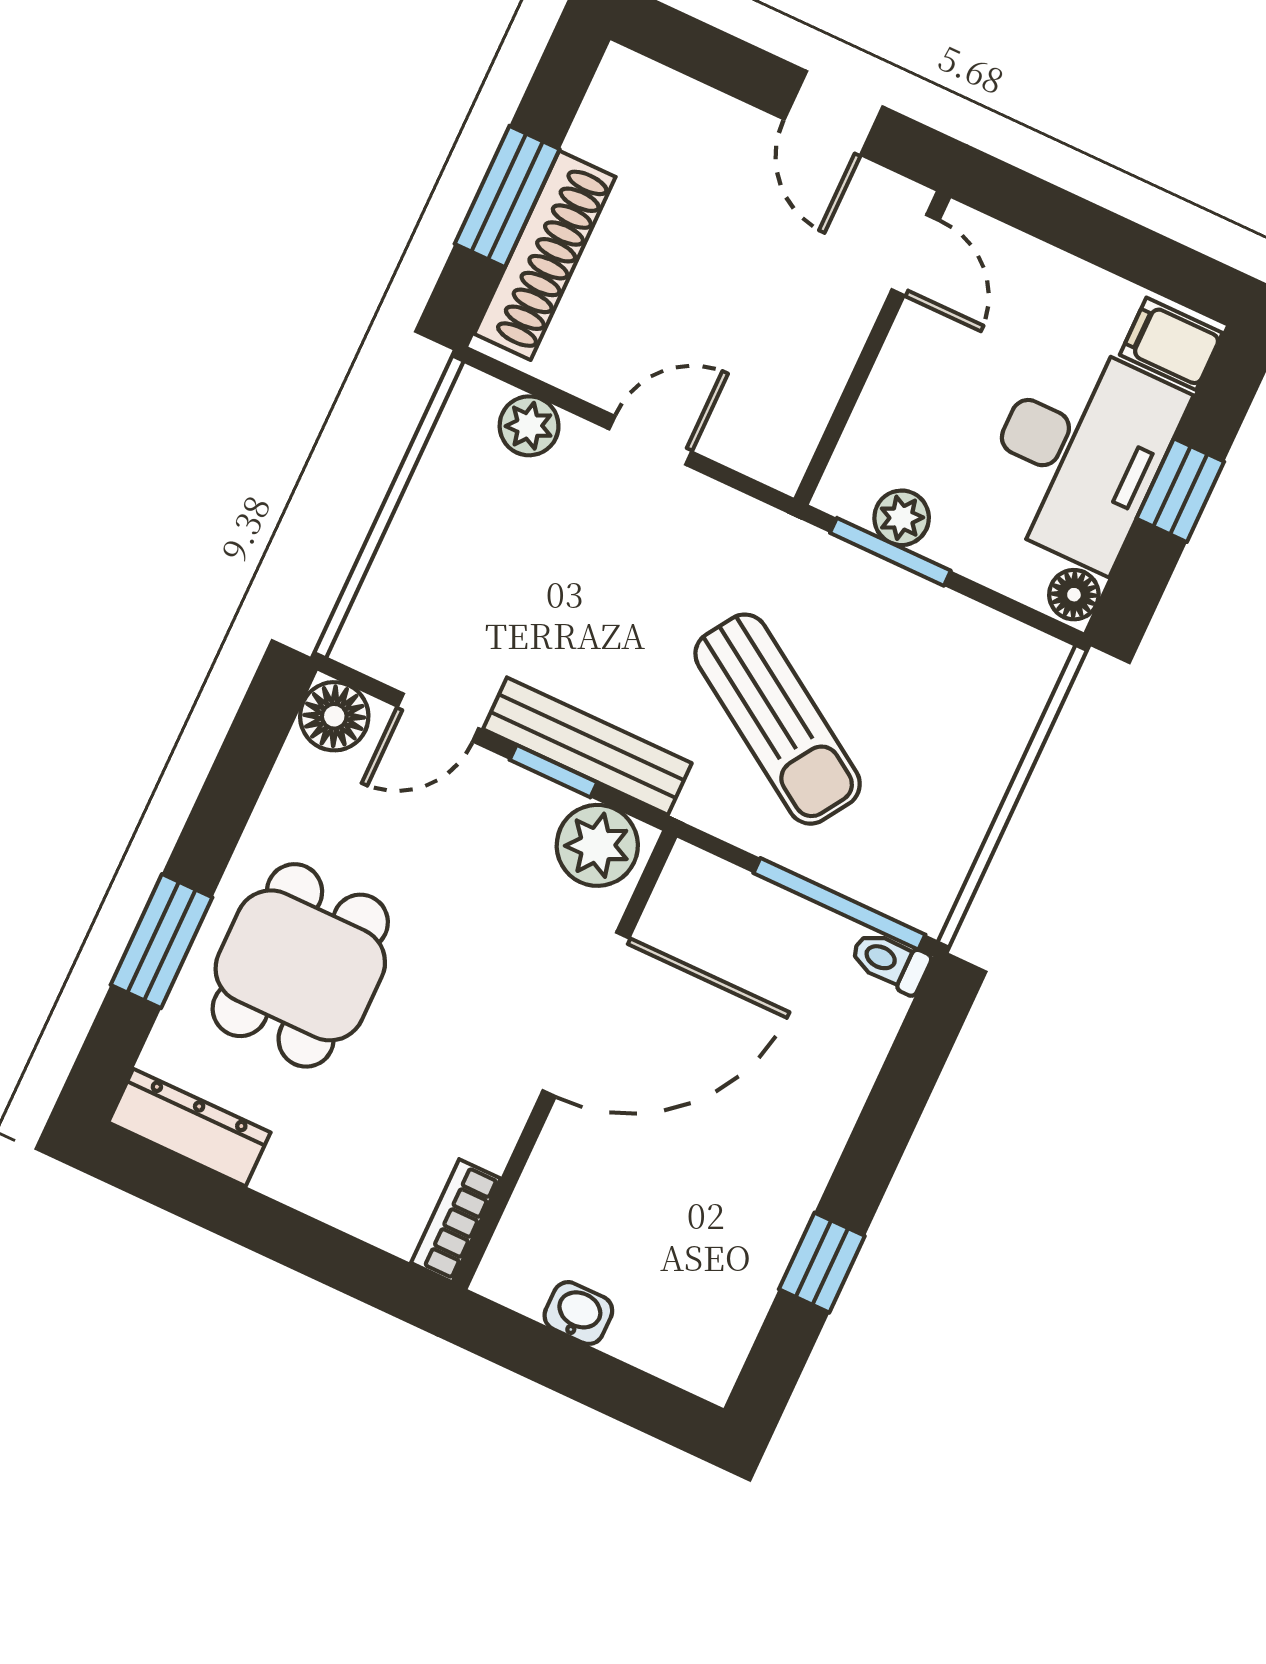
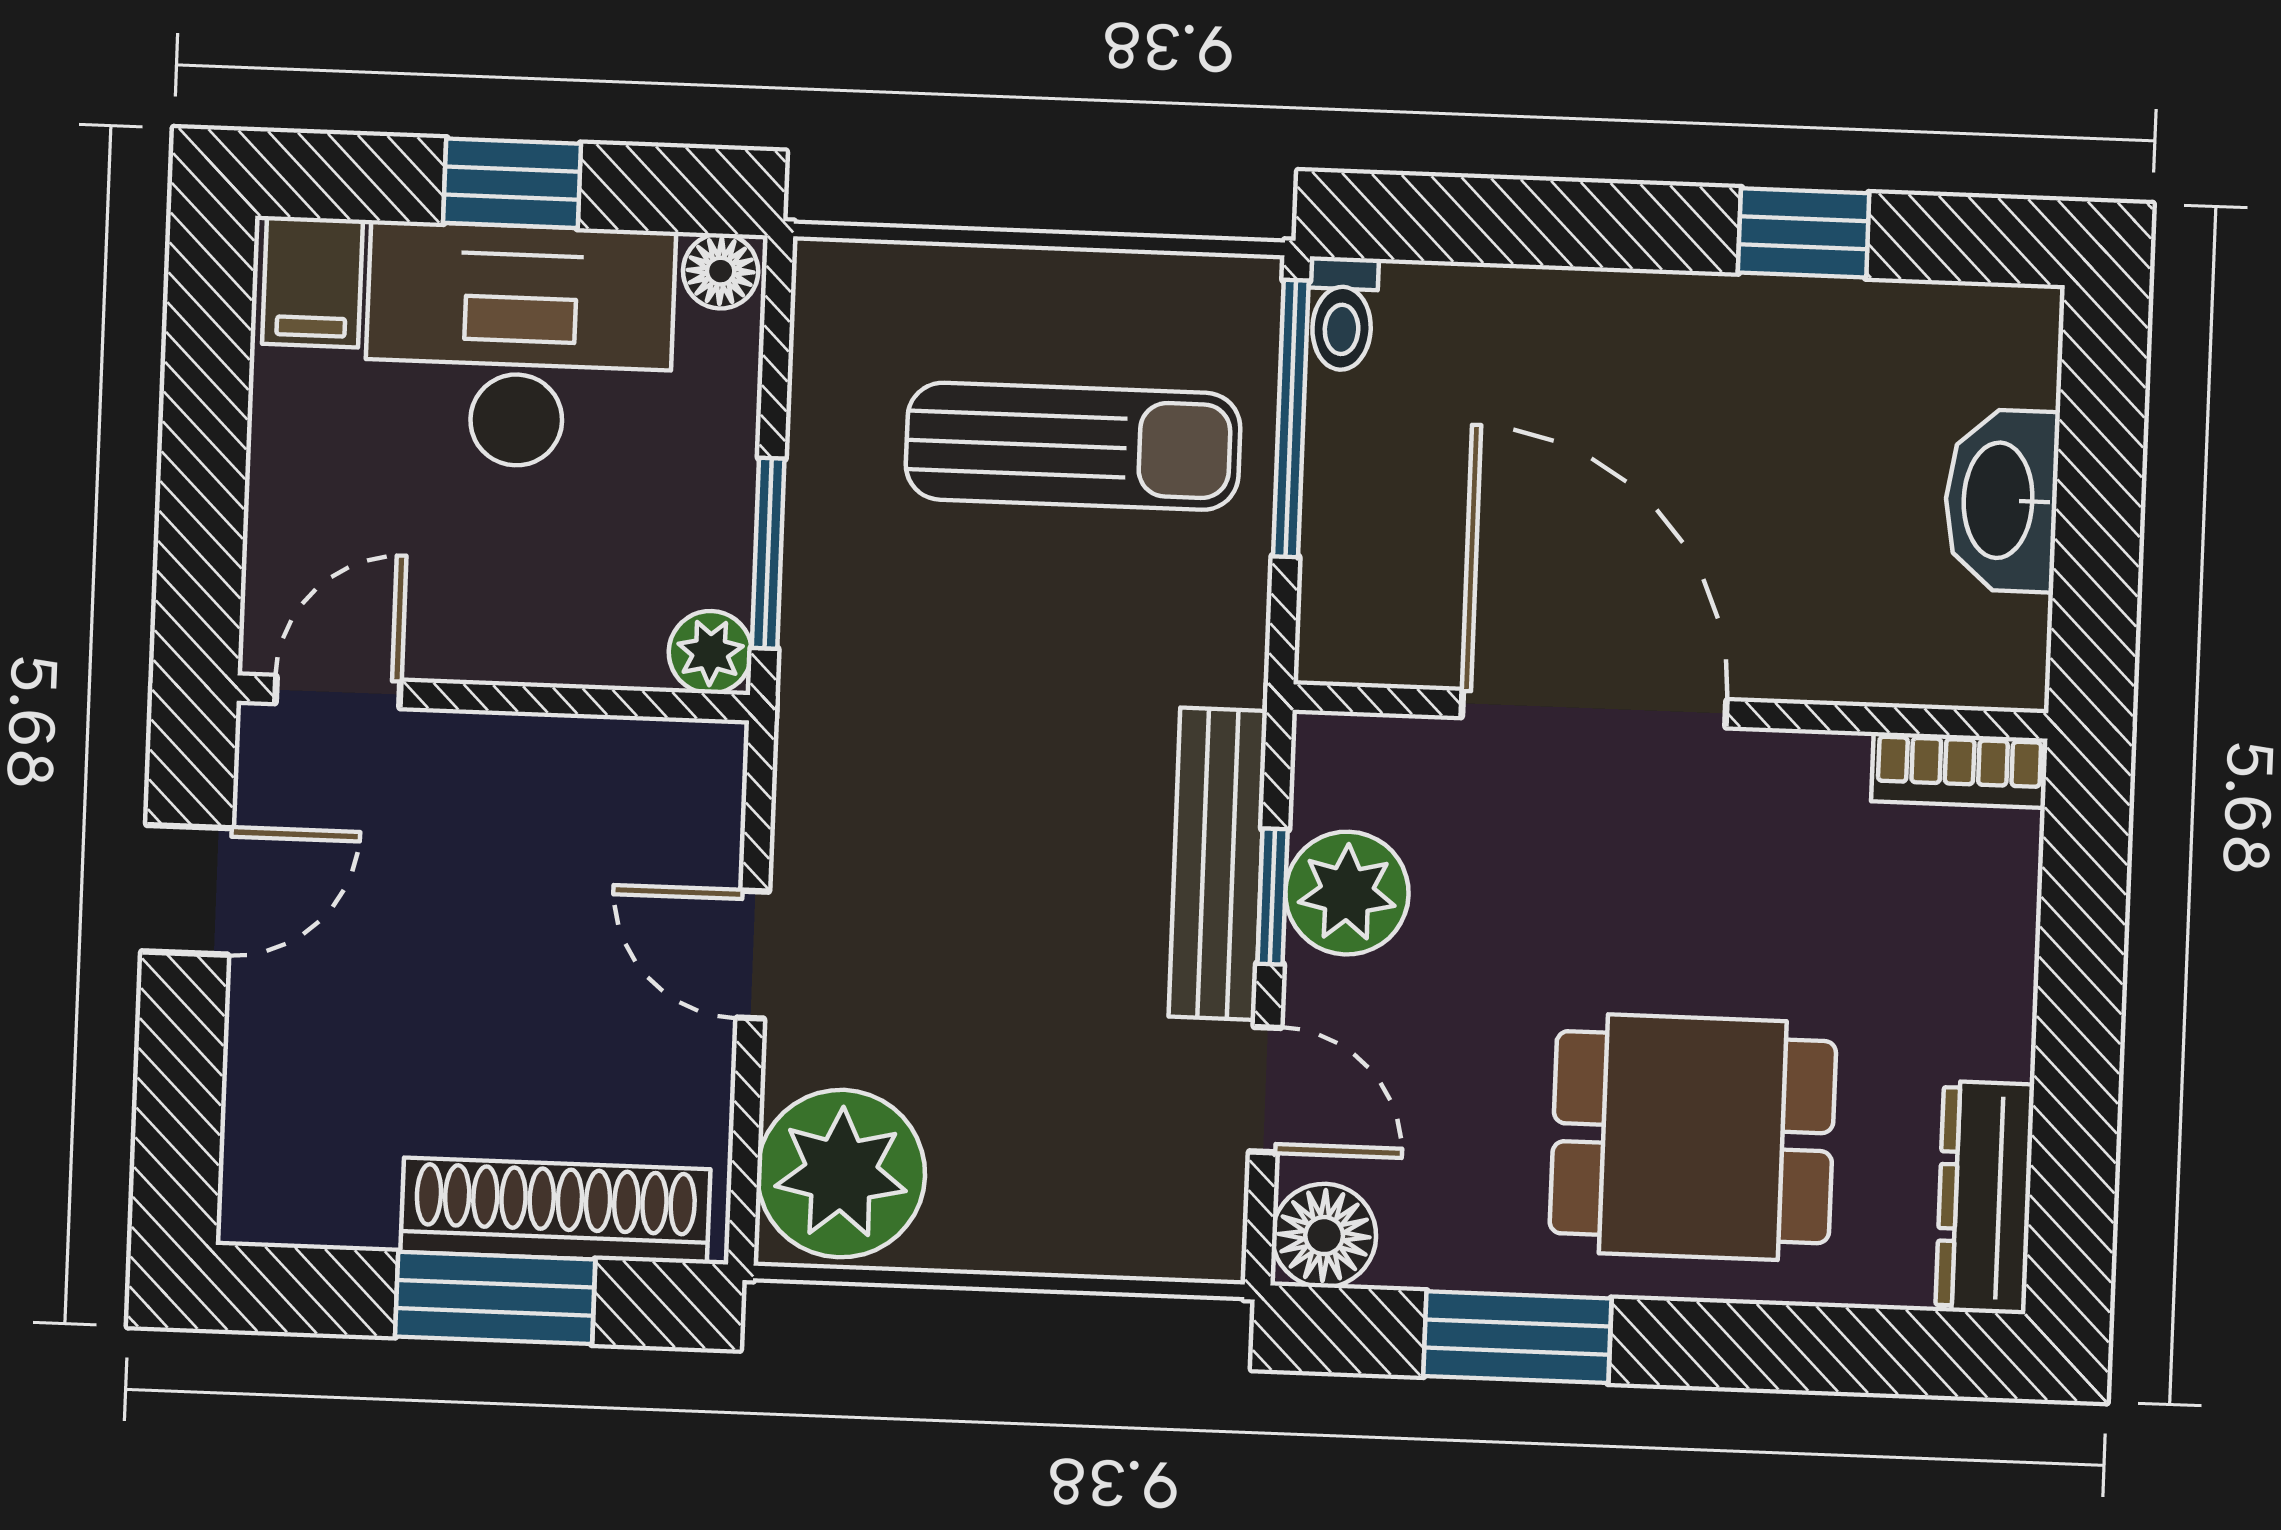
plant: (529, 426) -> (841, 1174), width x1.88, depth x1.88
plant: (902, 518) -> (710, 652), moved
sun lounger: (778, 719) -> (1073, 446), moved, turned 57
plant: (597, 845) -> (1347, 893), moved
window: (162, 941) -> (1517, 1337), moved
washbasin: (578, 1313) -> (2001, 500), width x1.91, depth x1.45

